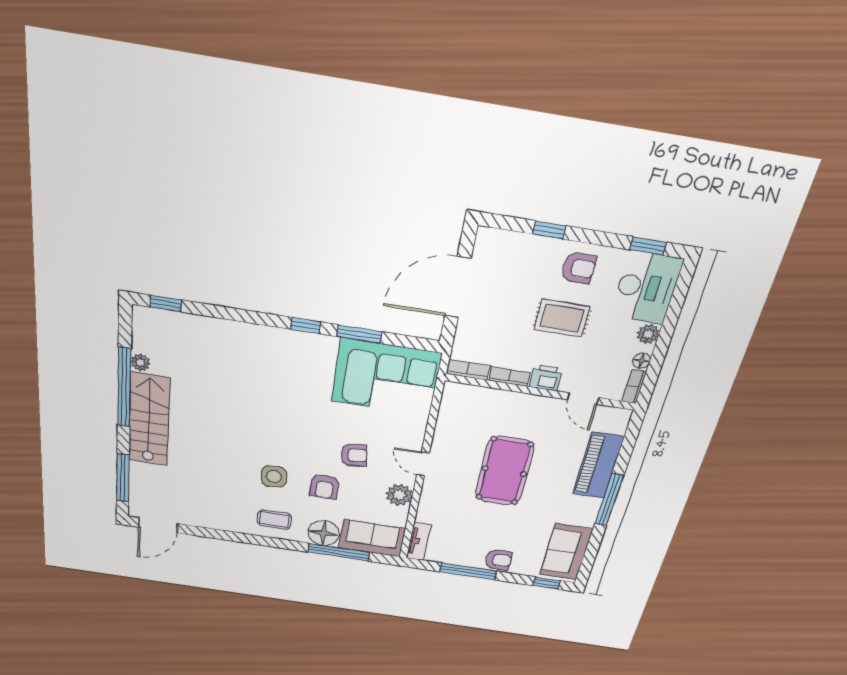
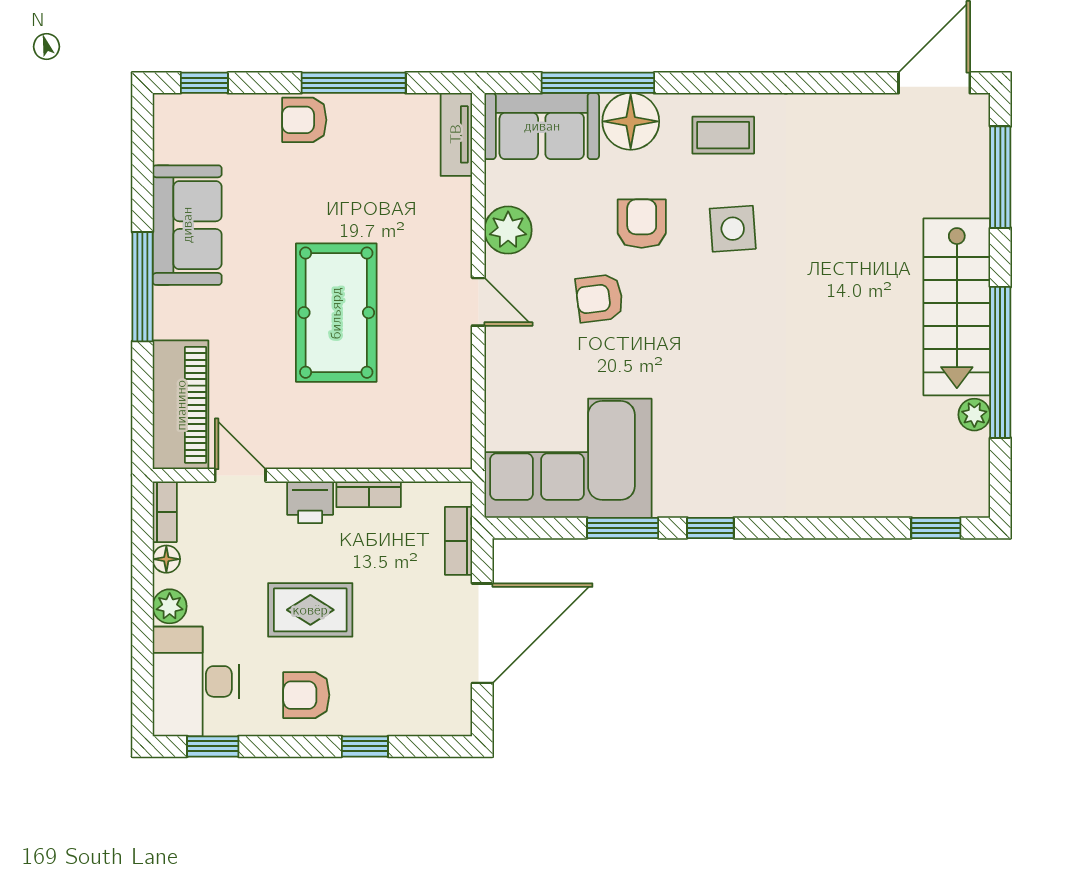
bookcase: (468, 370) -> (459, 541), moved, turned 90
piano: (598, 465) -> (181, 405), moved
sofa: (566, 552) -> (187, 225), moved

